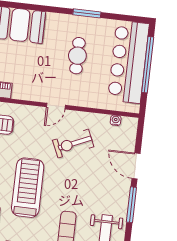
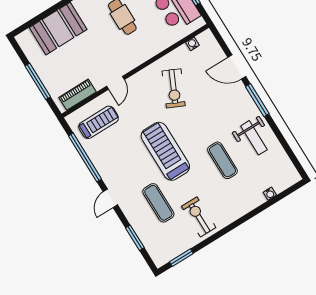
door: (56, 106) -> (115, 83), moved
exercise bike: (73, 144) -> (174, 88), turned -41

